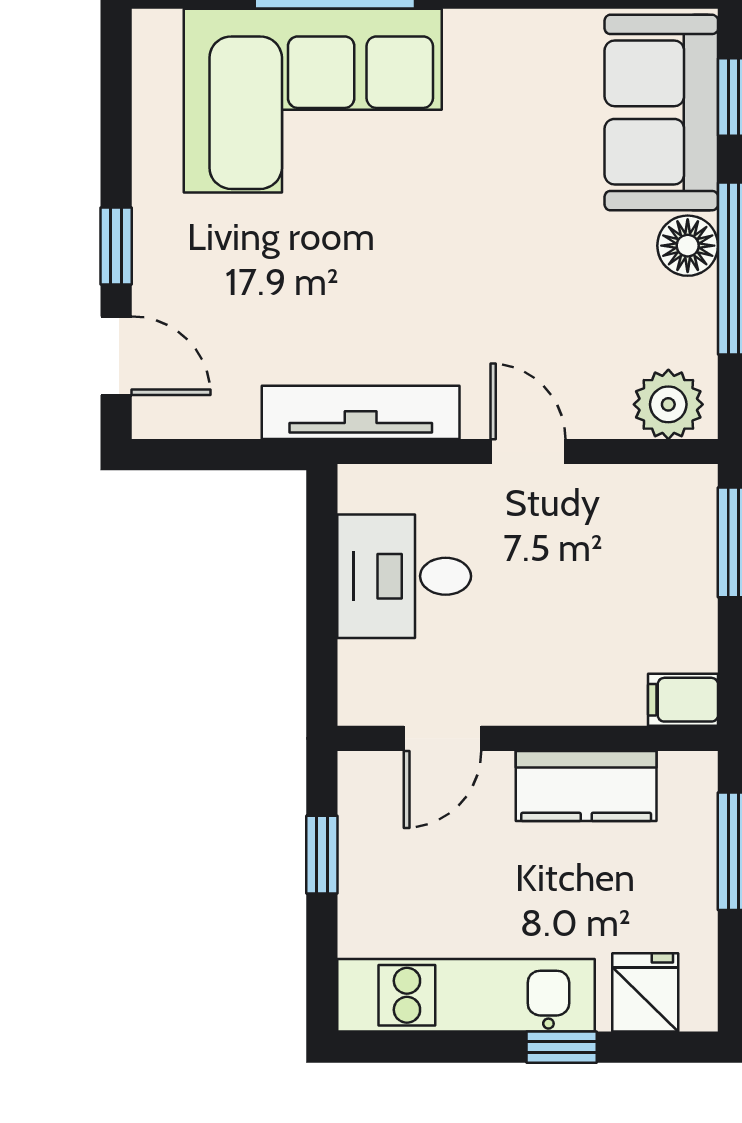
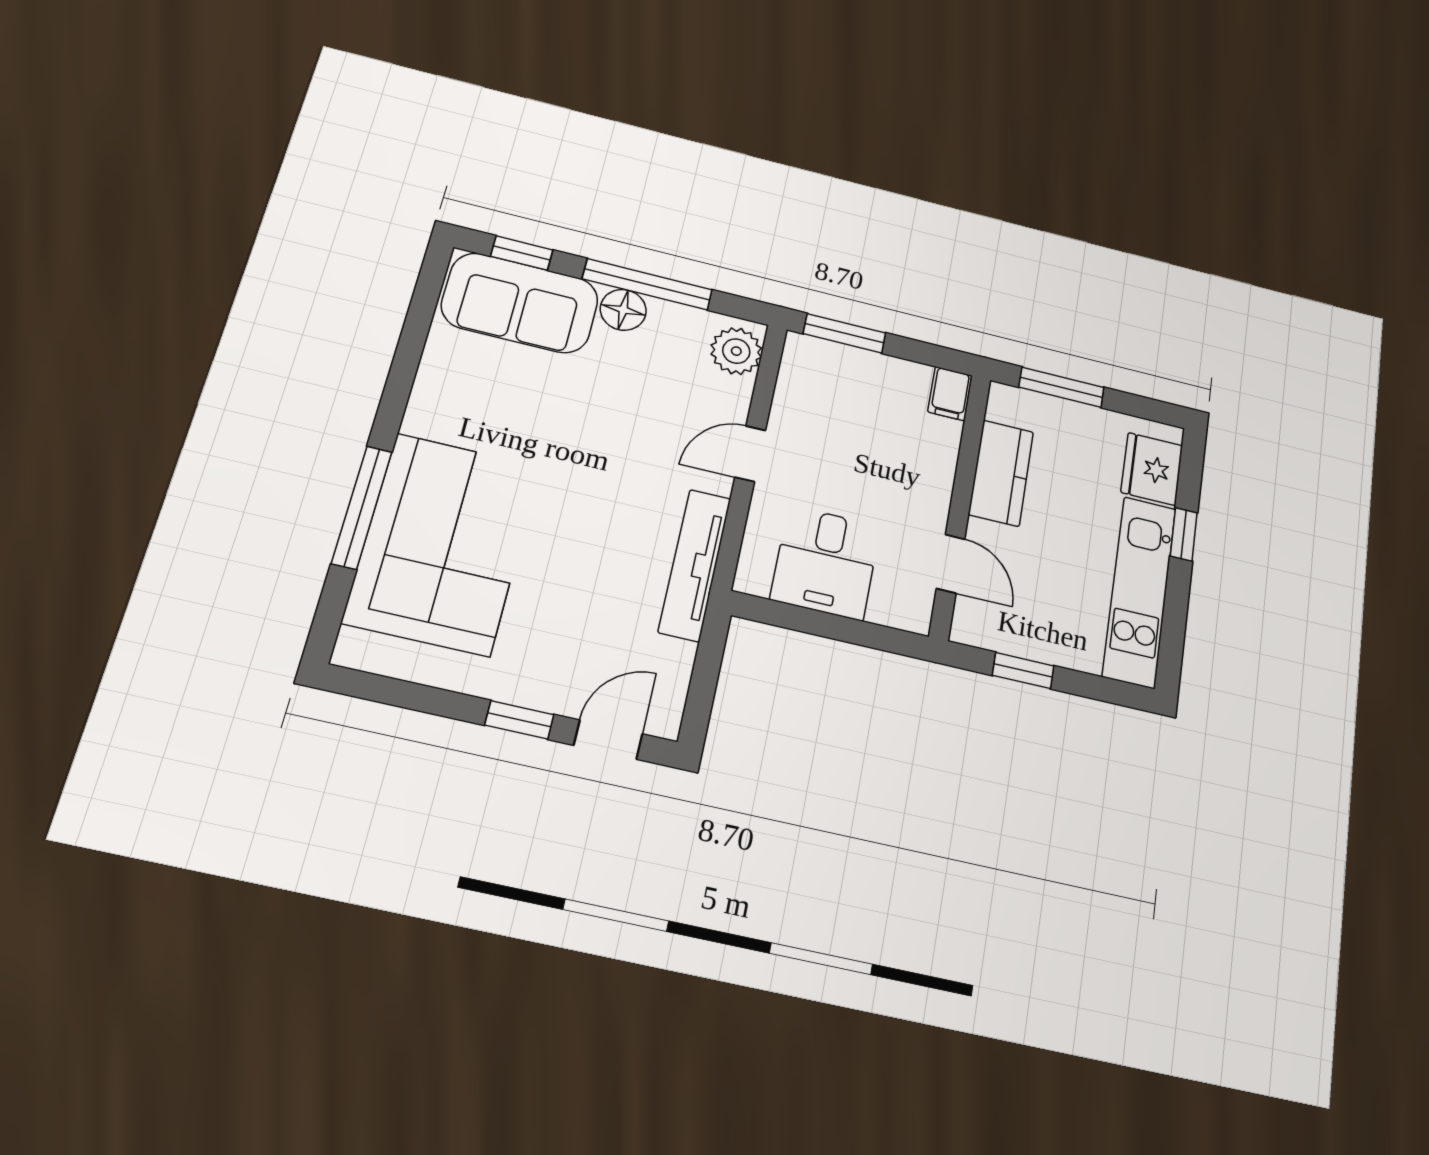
fridge: (645, 992) -> (1152, 469), width x1.38

